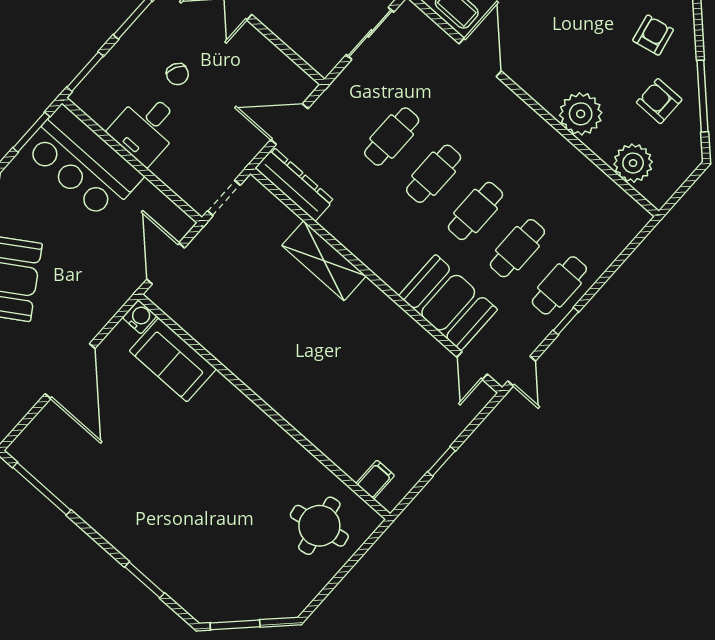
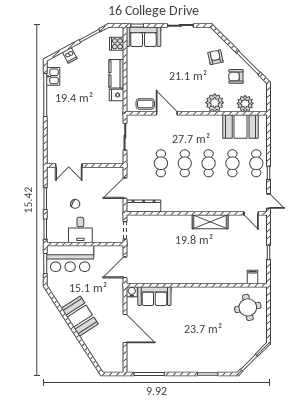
shelving: (324, 261) -> (210, 222), moved
door: (166, 264) -> (125, 267), hinge flipped
booth: (448, 303) -> (241, 126), moved

